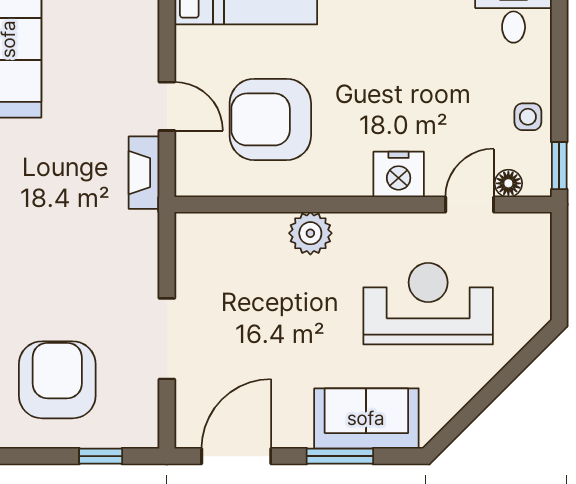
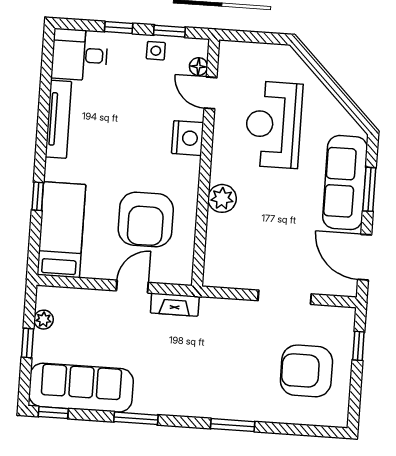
window: (559, 58) -> (119, 28), added
window: (559, 166) -> (169, 31), moved
sofa: (366, 418) -> (345, 183), width x1.36

